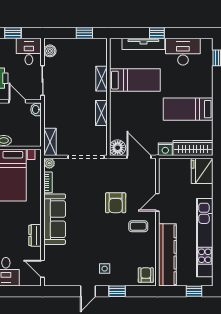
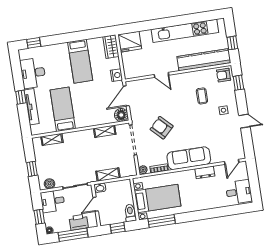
window: (84, 33) -> (32, 169), moved
shelving: (101, 79) -> (52, 139), moved
shelving: (101, 113) -> (105, 131), moved
shelving: (50, 142) -> (108, 175), moved
wardrobe: (193, 148) -> (111, 47), width x0.67
armchair: (116, 203) -> (162, 128), moved, turned -135
coffee table: (138, 226) -> (202, 96), moved
window: (117, 291) -> (238, 83), moved
window: (194, 291) -> (232, 43), moved

